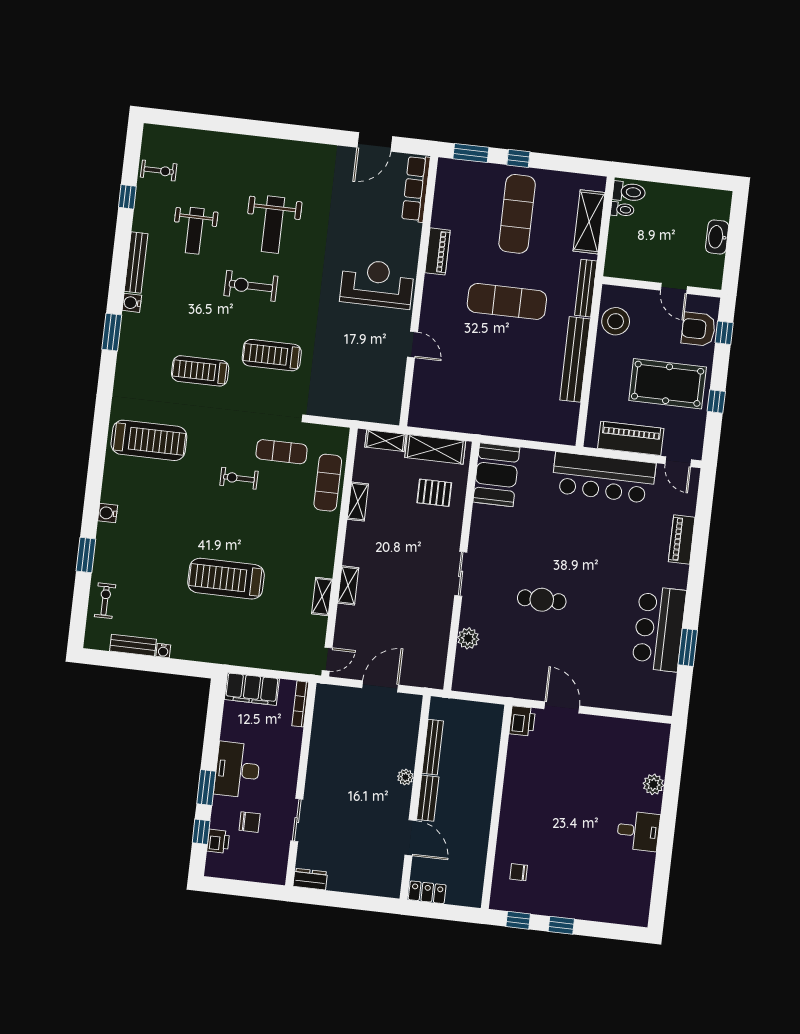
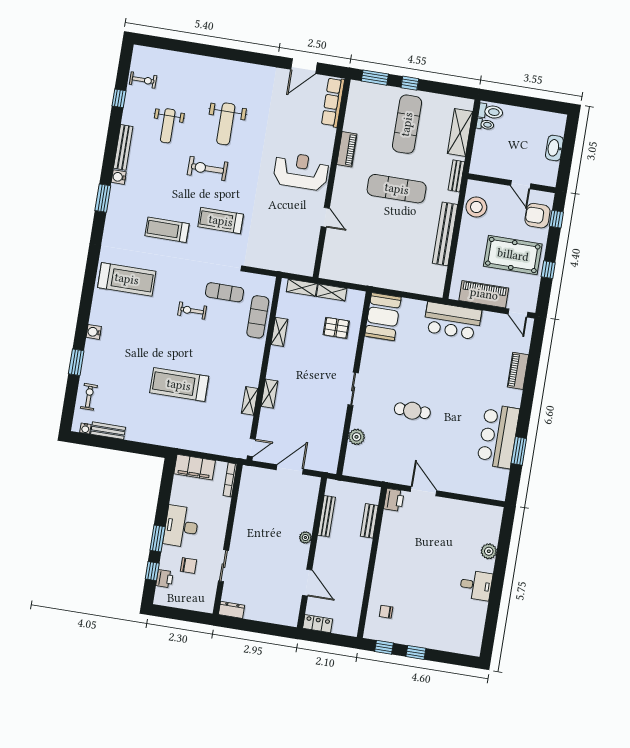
bench: (586, 288) -> (456, 176), width x0.73
shelving: (435, 449) -> (332, 292), width x0.67, depth x0.75
bar counter: (604, 478) -> (452, 321), width x0.73
water cooler: (163, 651) -> (85, 428), moved
bench: (428, 798) -> (369, 521), moved

